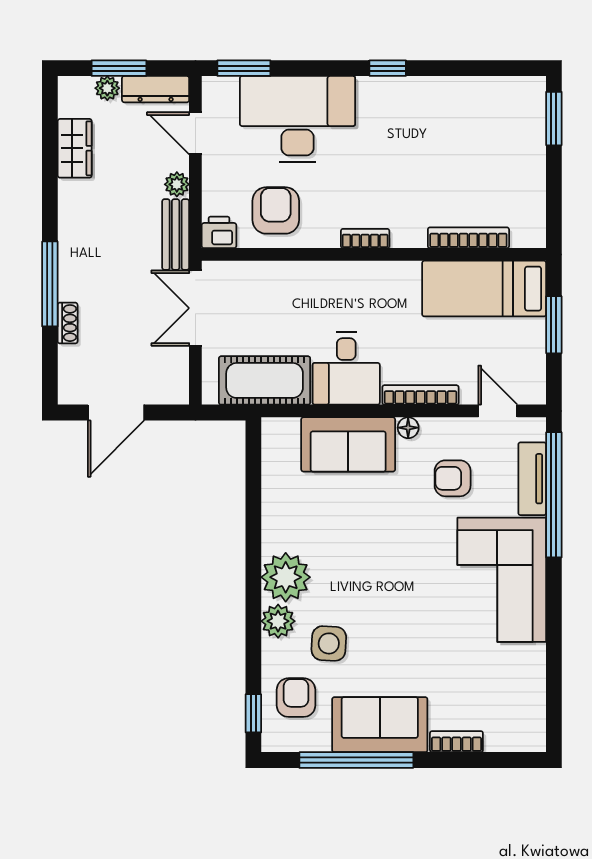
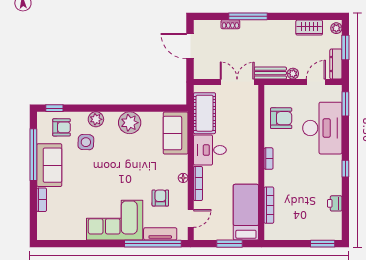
plant: (107, 88) -> (336, 28), moved
printer: (219, 232) -> (335, 203), moved, turned 180
sofa: (348, 444) -> (176, 133), moved
plant: (286, 577) -> (130, 123), moved

